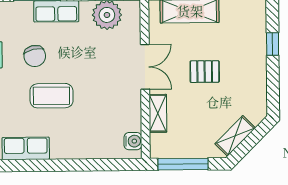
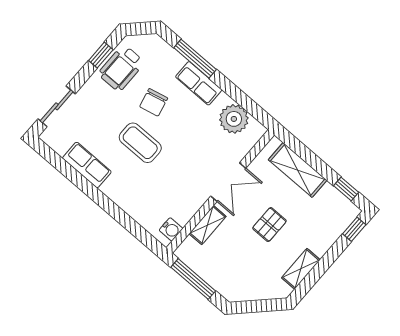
window: (273, 44) -> (354, 229), moved
pallet: (205, 72) -> (269, 225), turned 90
shelving: (235, 136) -> (301, 269), moved, turned -45

